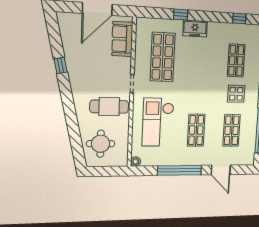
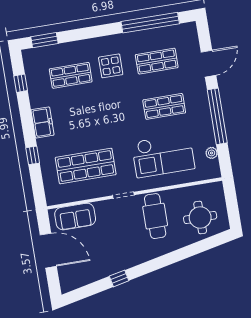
freezer: (195, 29) -> (42, 122), moved
plant: (135, 162) -> (212, 153), moved

